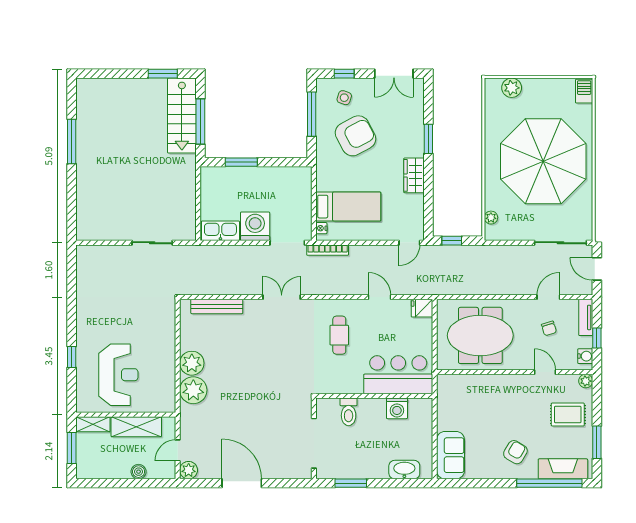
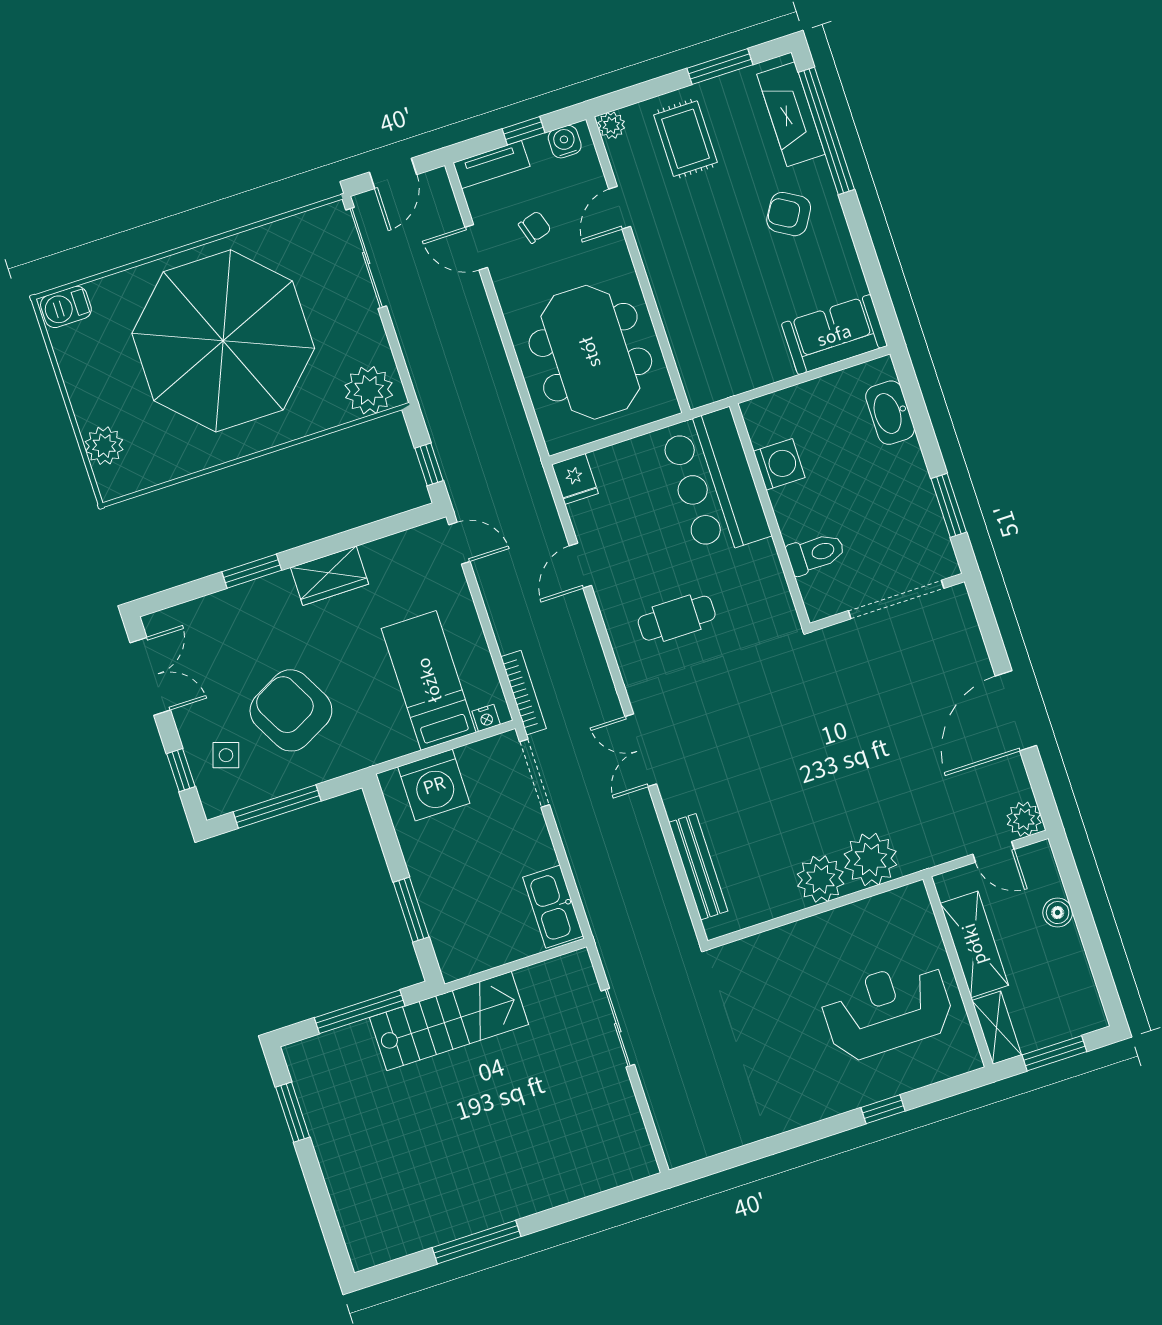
stairs: (182, 116) -> (449, 1021), moved
plant: (491, 218) -> (369, 390), width x1.88, depth x1.88
washing machine: (255, 226) -> (434, 785), moved, turned -90

